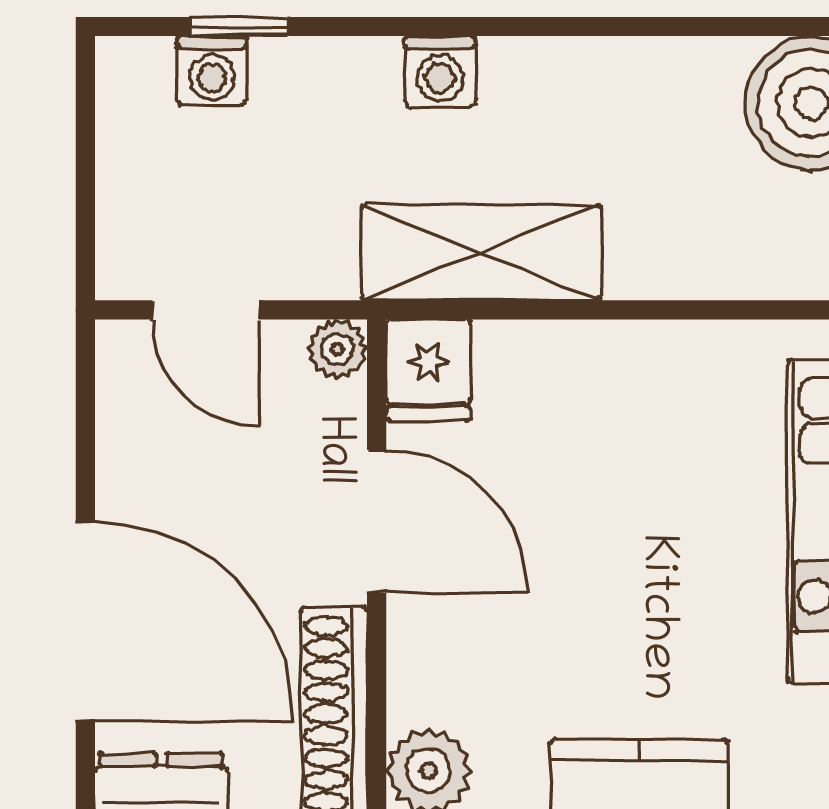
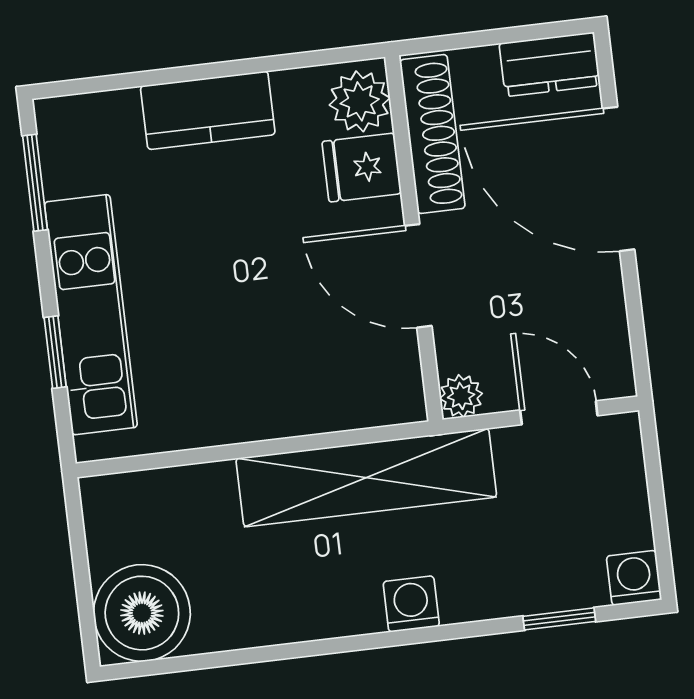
washing machine: (212, 71) -> (634, 578), moved
shelving: (481, 252) -> (366, 478), width x1.47
fridge: (428, 370) -> (362, 168), moved, turned -90

